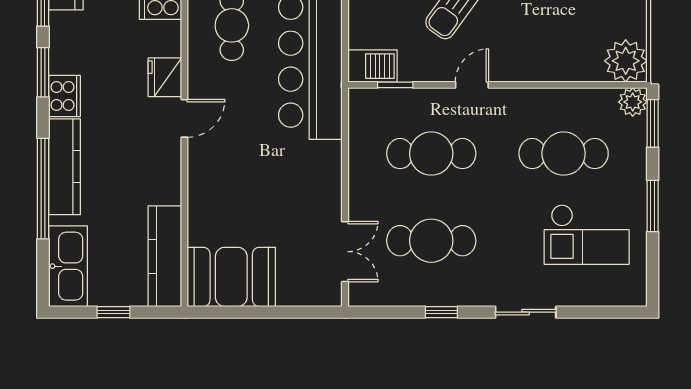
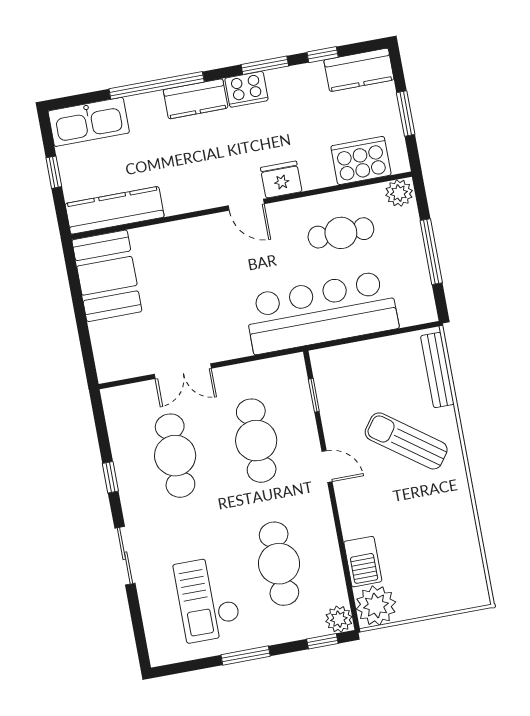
barbecue: (372, 66) -> (363, 562), moved
window: (653, 123) -> (322, 641), width x0.67
kitchen counter: (65, 167) -> (196, 99), width x0.67
double door: (345, 252) -> (183, 371), moved

